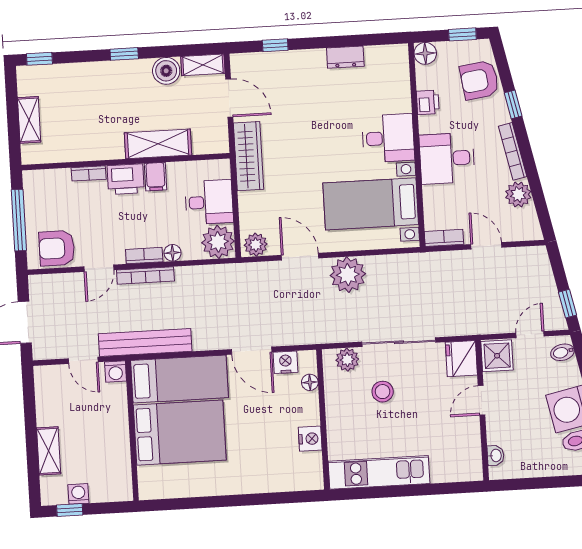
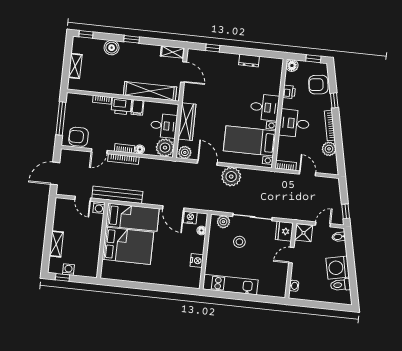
boiler: (166, 71) -> (112, 48), moved
shelving: (158, 144) -> (150, 91), width x1.47
wardrobe: (248, 156) -> (187, 122), moved

